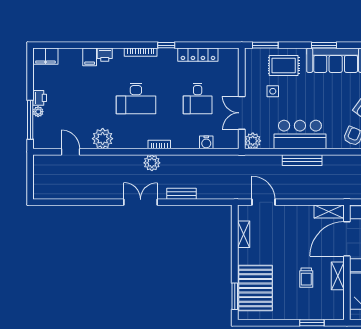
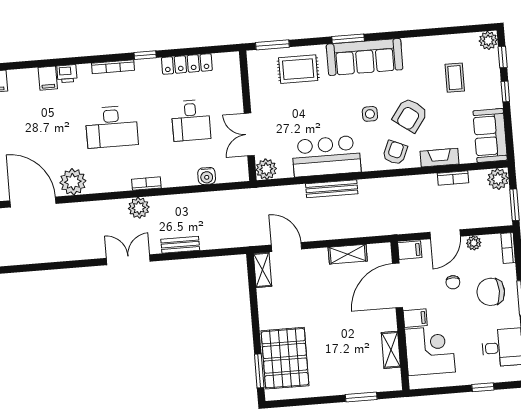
side table: (273, 91) -> (370, 114), moved
door: (70, 152) -> (33, 202), width x1.87
shelving: (329, 212) -> (348, 254), moved
shelving: (244, 234) -> (263, 270), moved
shelving: (338, 276) -> (391, 350), moved
trolley: (306, 278) -> (349, 340), removed

